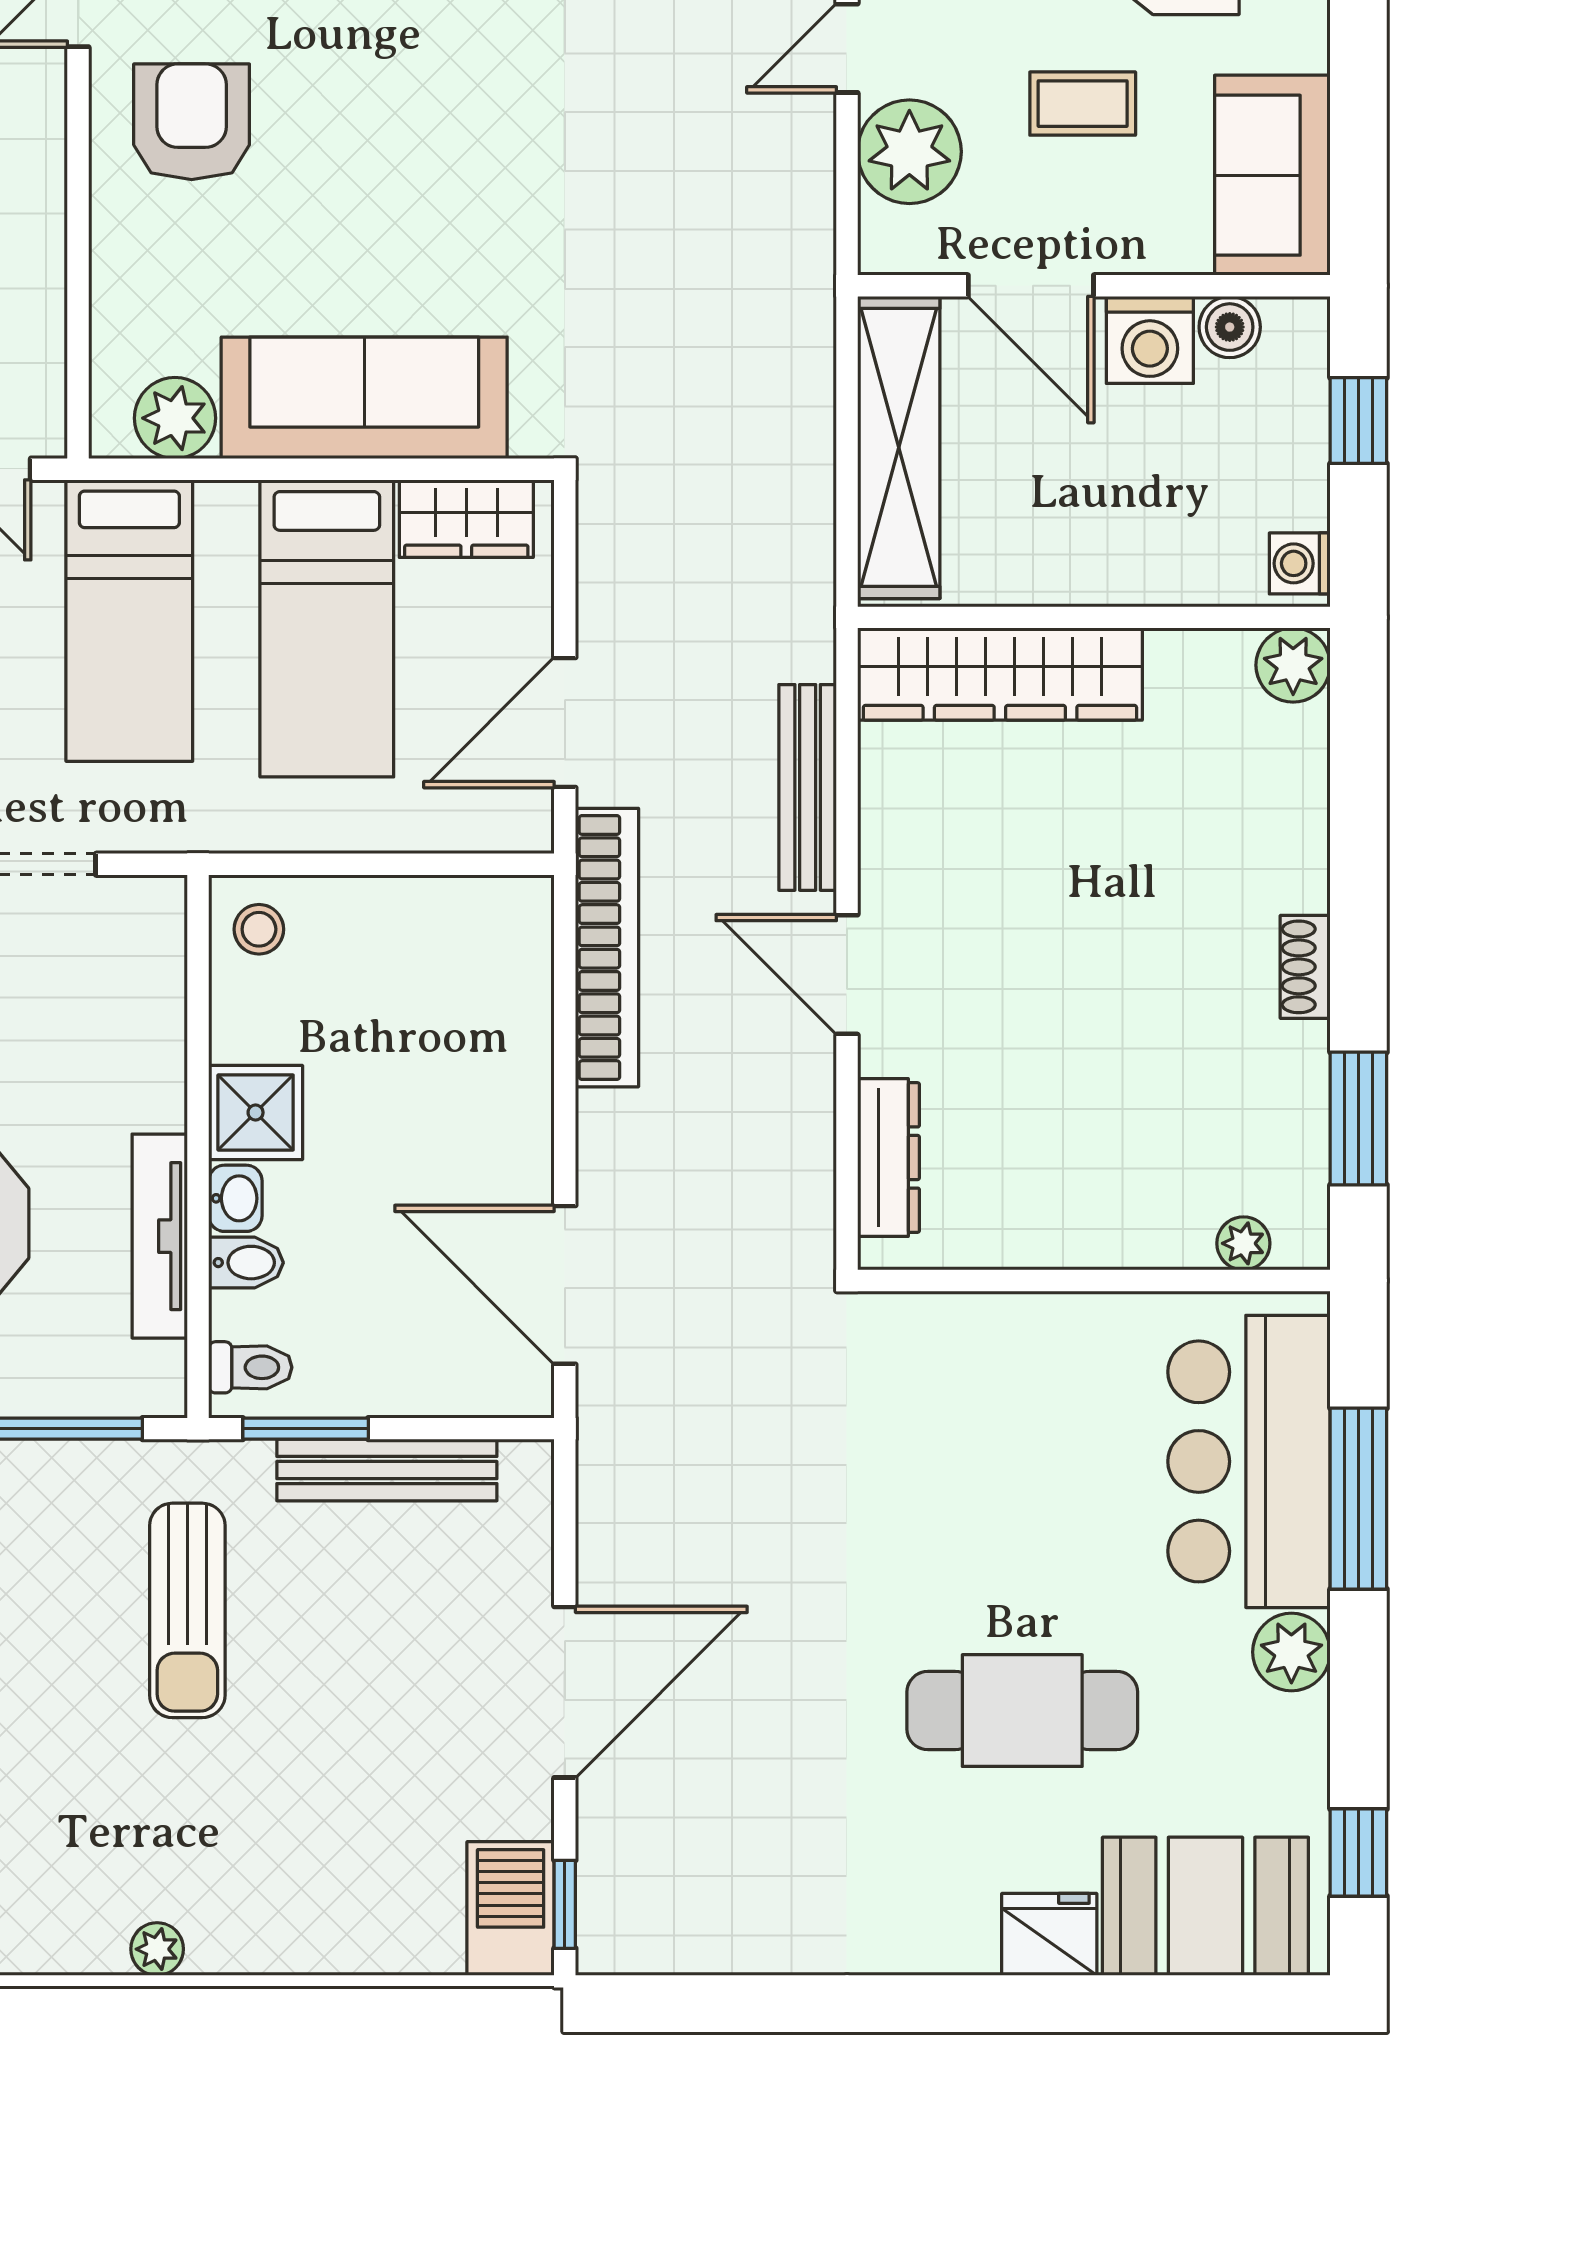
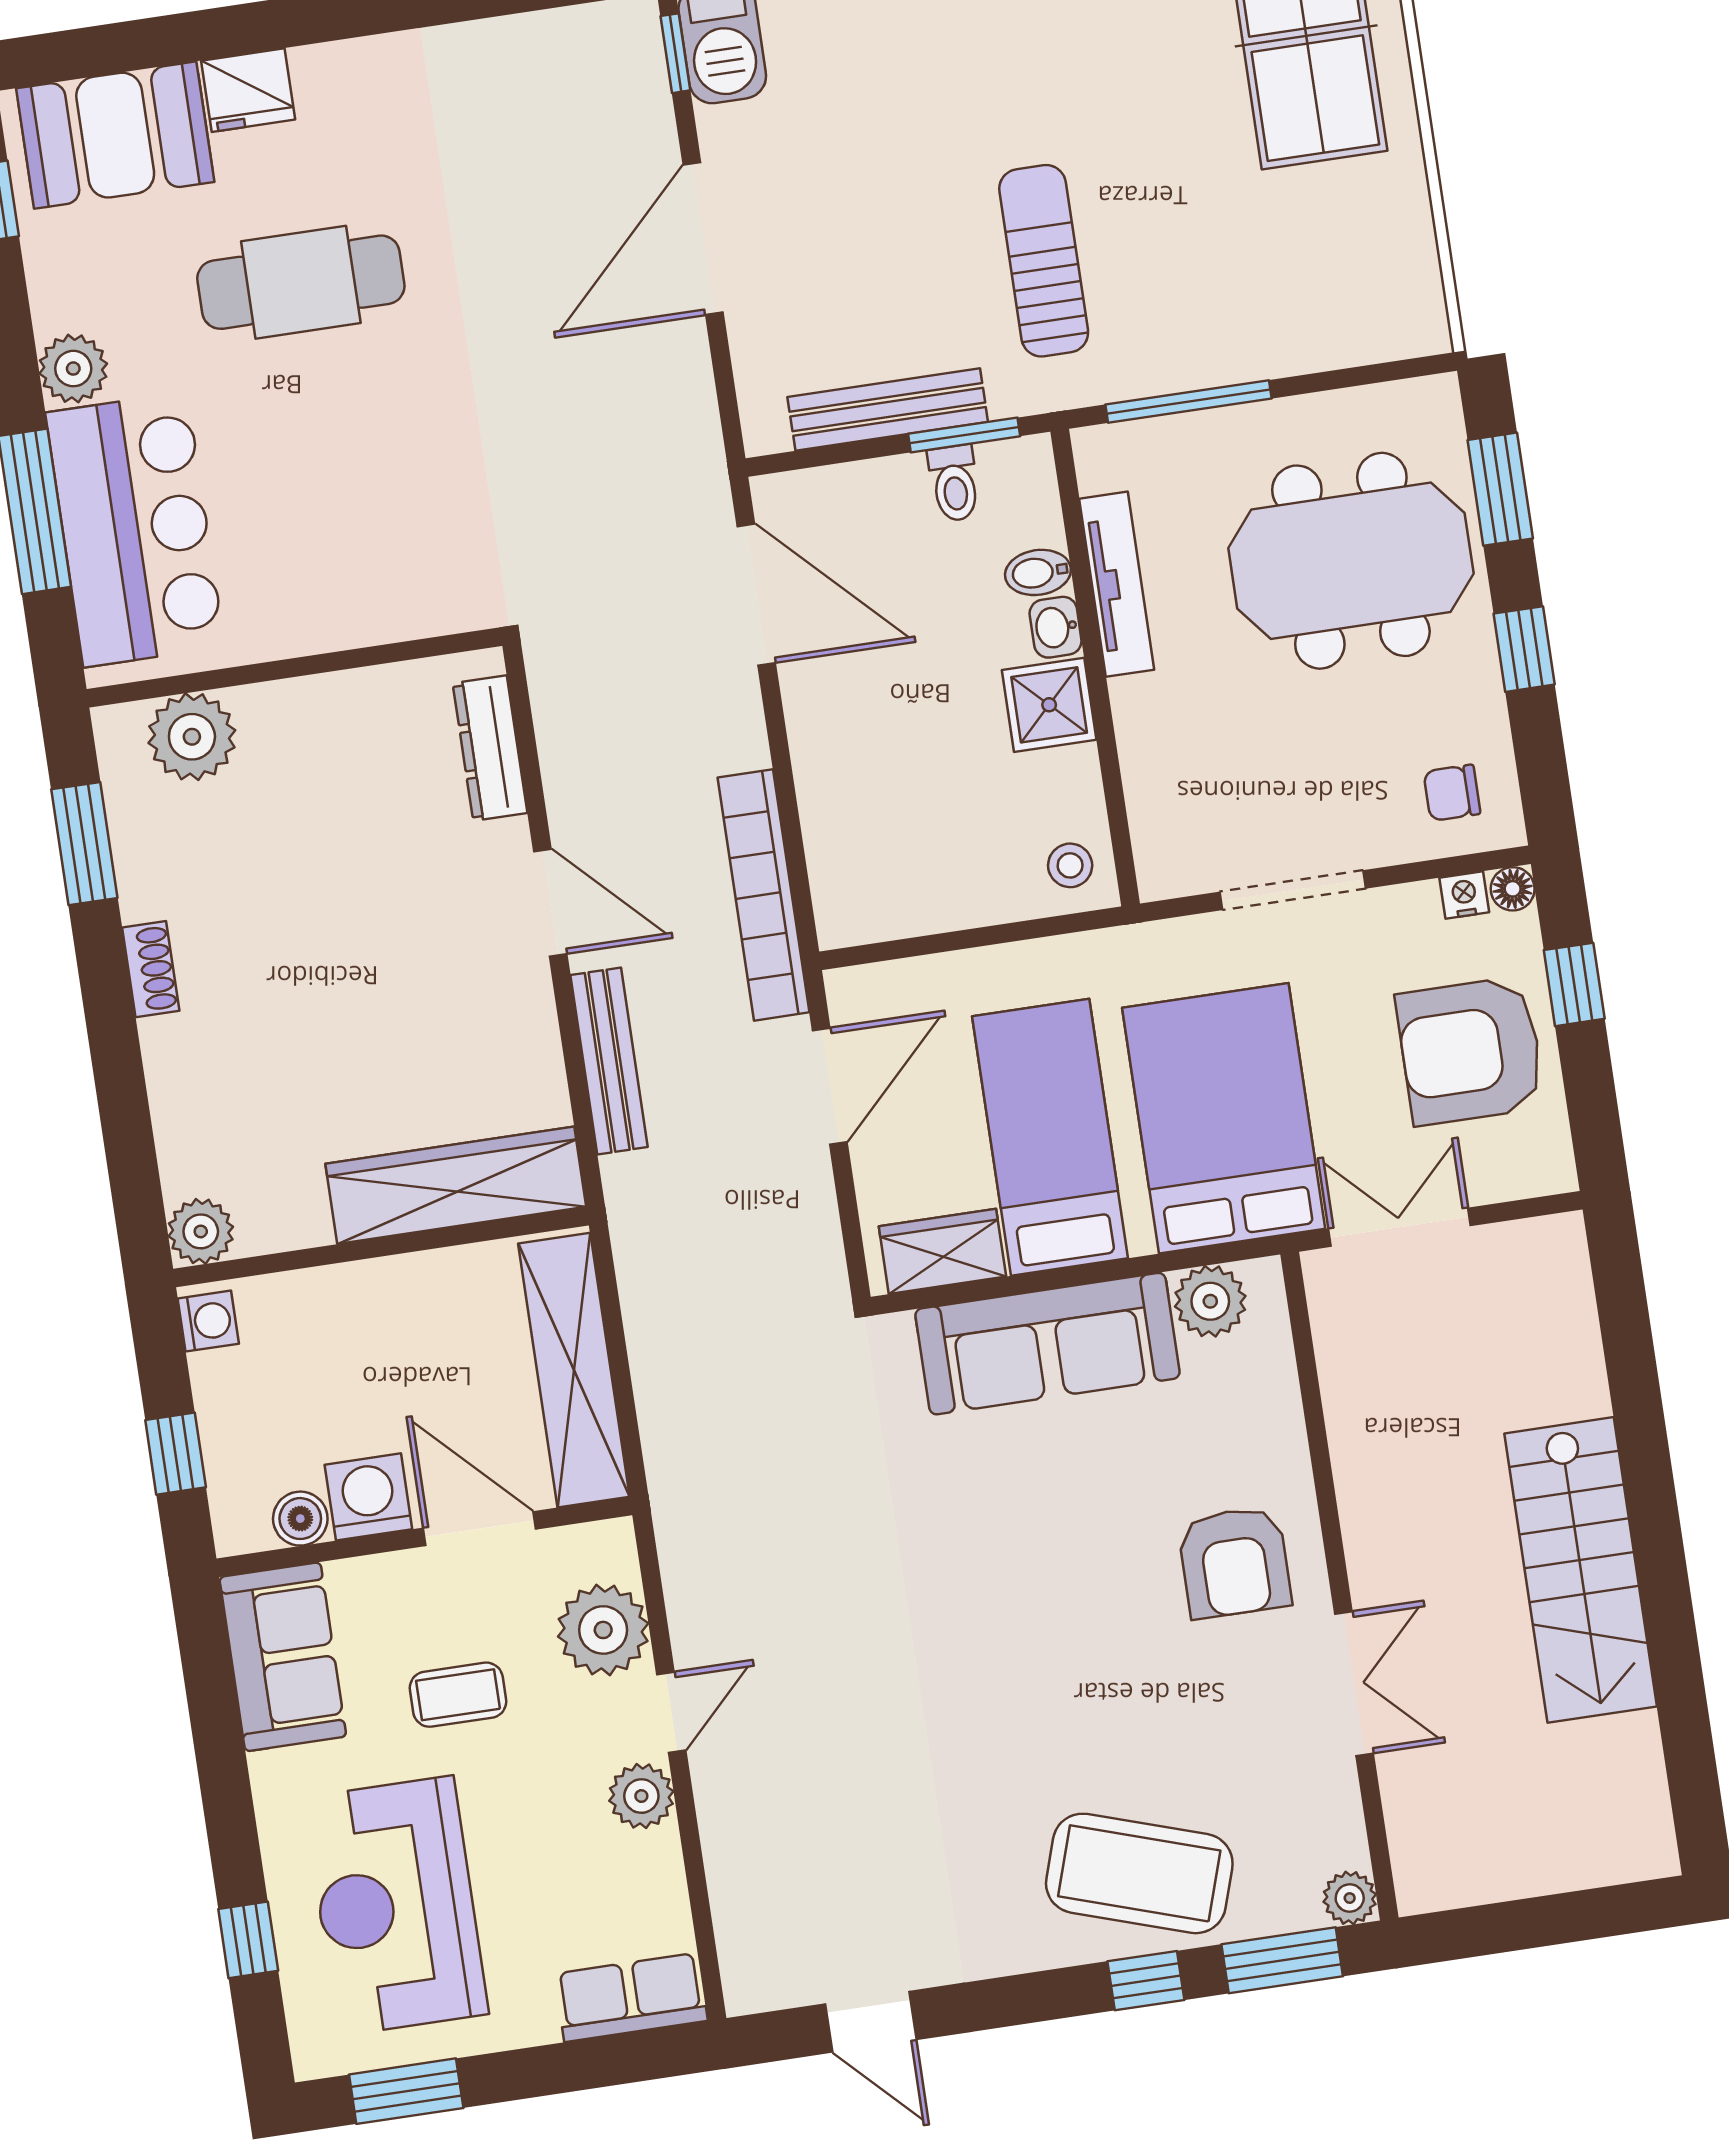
bed: (129, 621) -> (1224, 1118), width x1.50
plant: (1243, 1243) -> (192, 737), width x1.88, depth x1.88
toilet: (250, 1367) -> (954, 483), moved, turned -90

